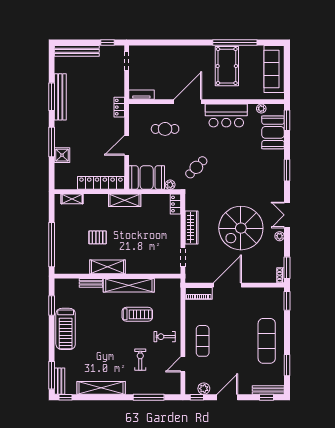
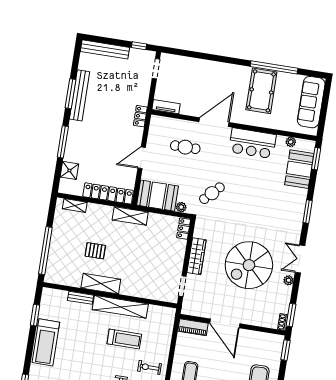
shower: (62, 155) -> (69, 170), moved
door: (227, 285) -> (225, 323), swing flipped

